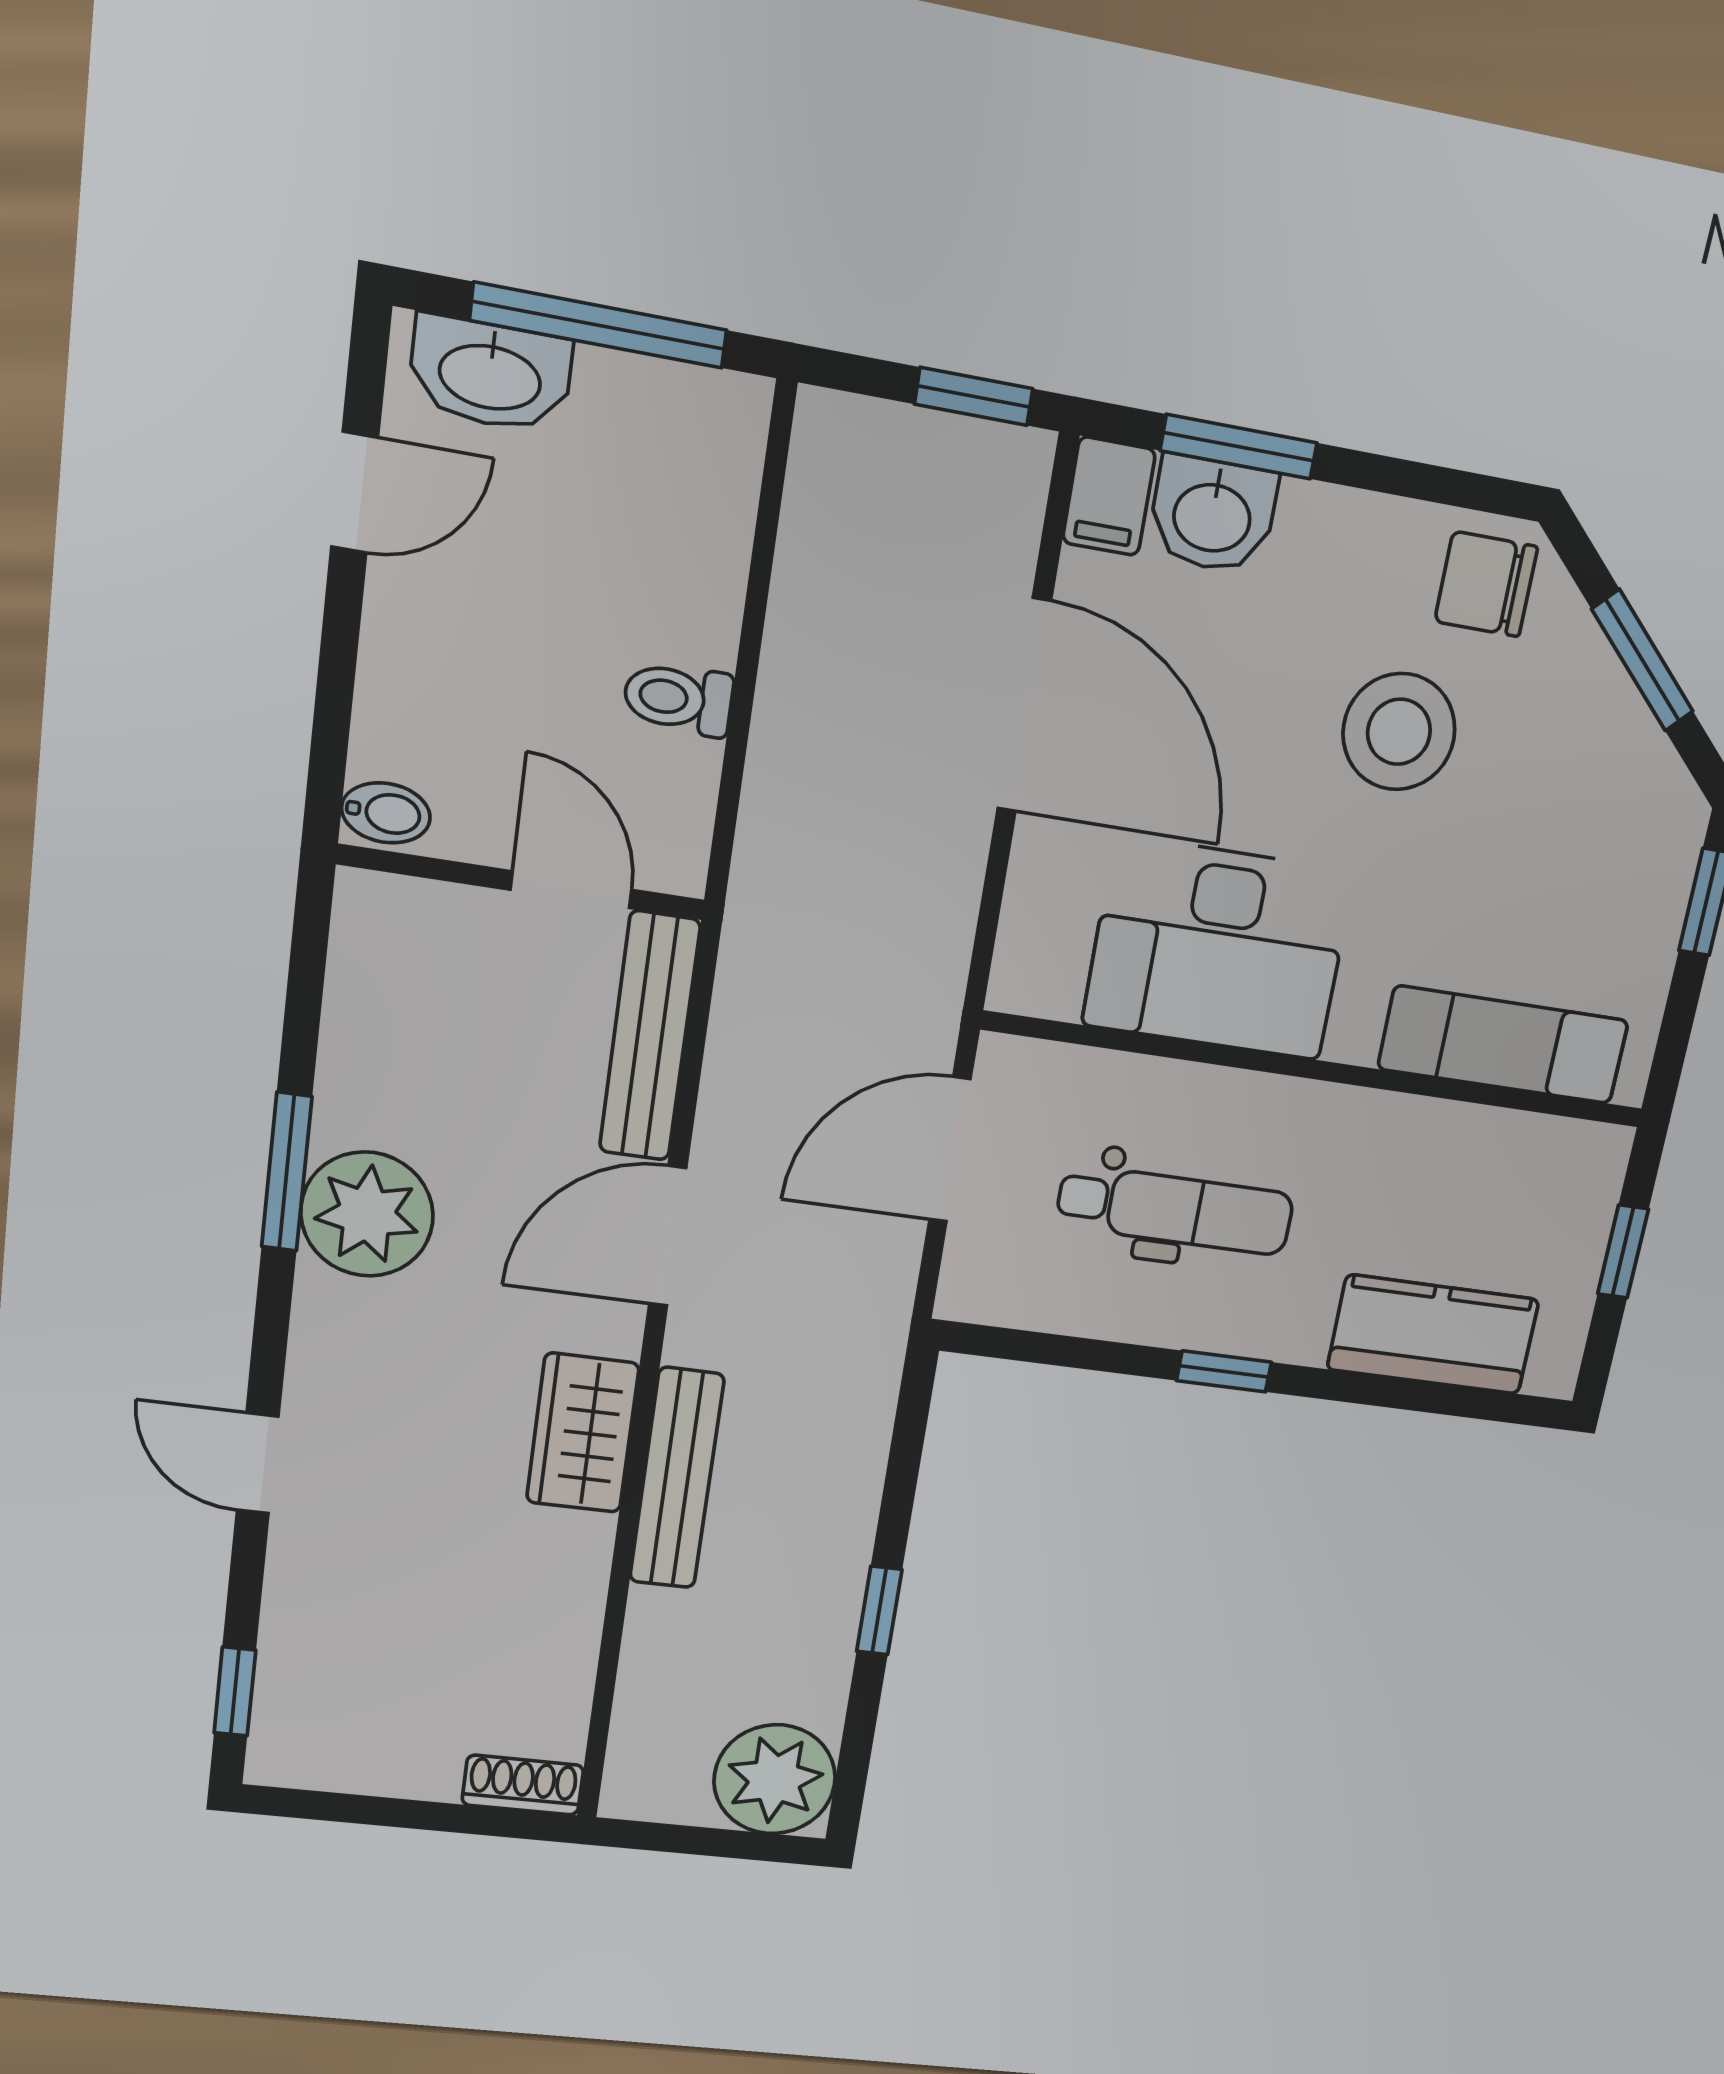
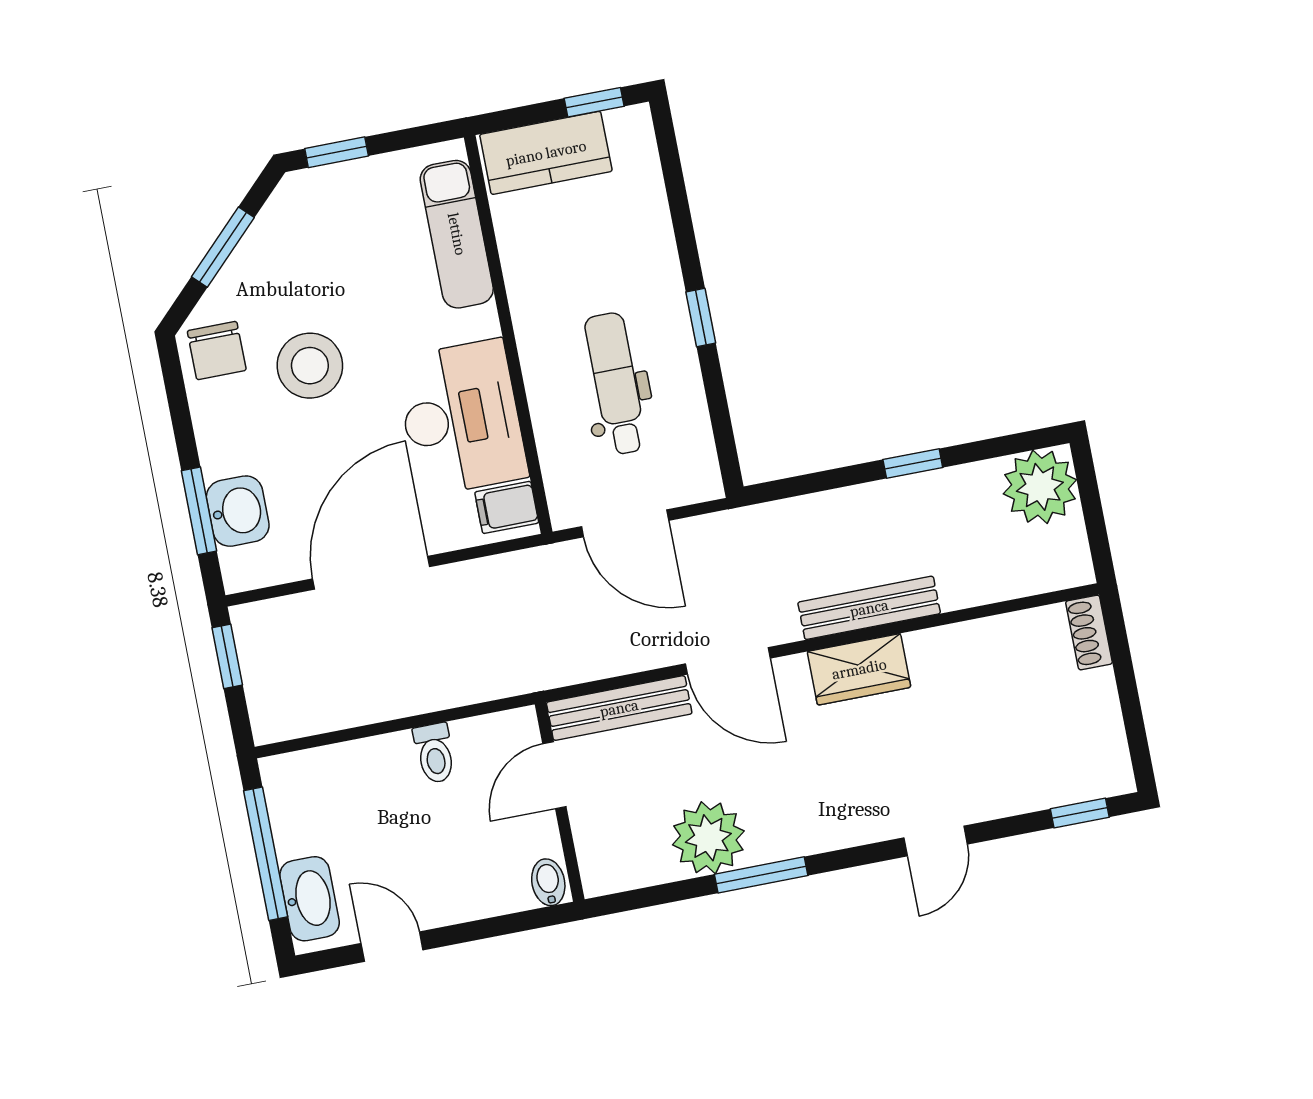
filing cabinet: (1109, 496) -> (507, 507), moved, turned 180
plant: (367, 1214) -> (708, 838), moved
window: (1623, 1251) -> (594, 102), moved
kitchen counter: (1433, 1334) -> (546, 153), moved, turned -90

